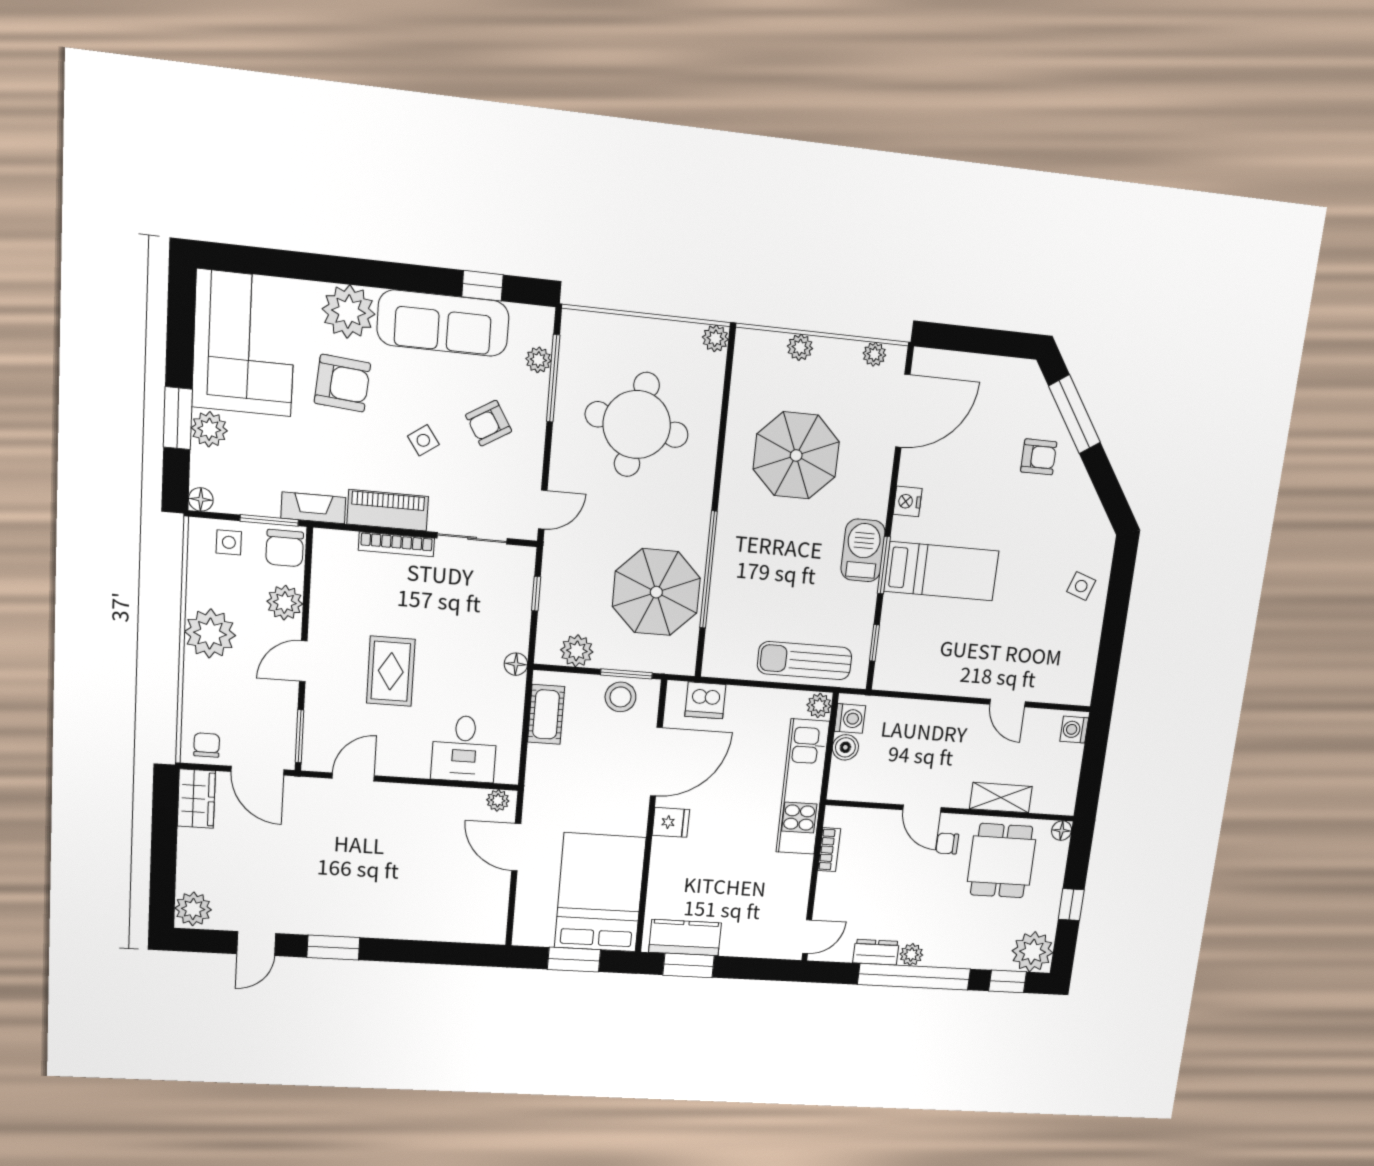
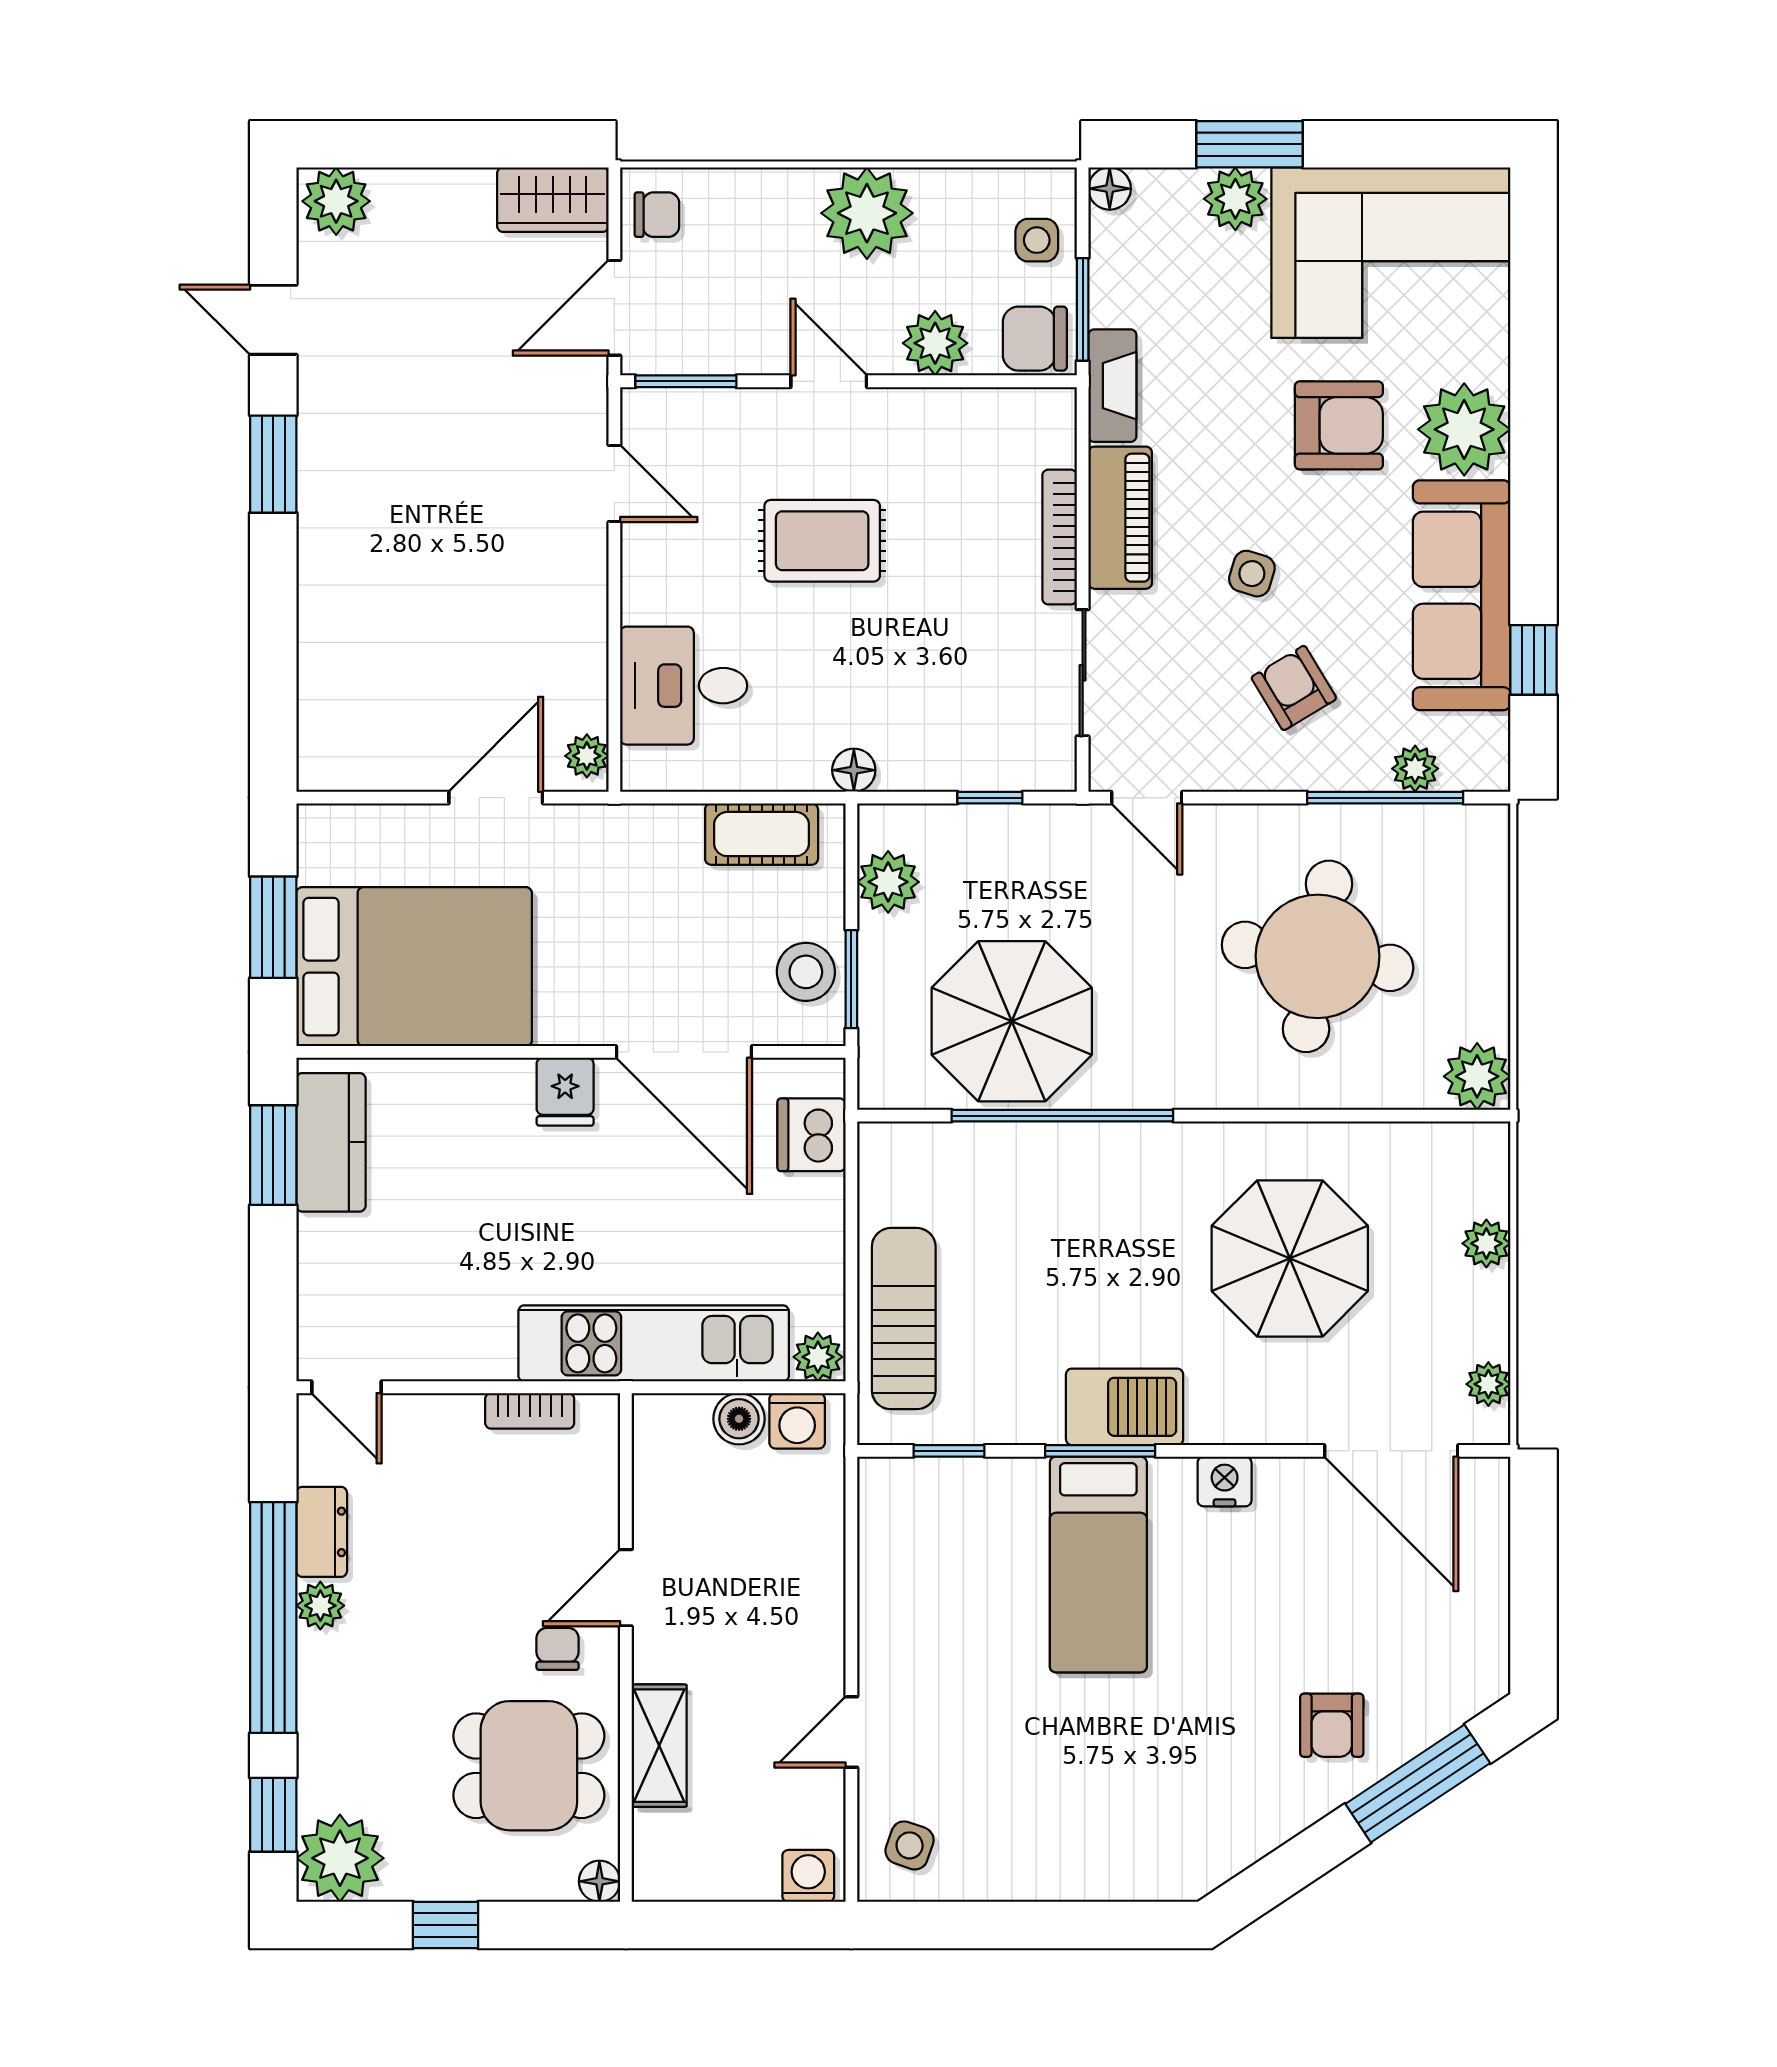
plant: (715, 338) -> (1477, 1076), width x1.38, depth x1.38
armchair: (342, 383) -> (1339, 425), turned -95
side table: (423, 440) -> (1252, 574), turned -38
side table: (1081, 586) -> (910, 1845), moved

